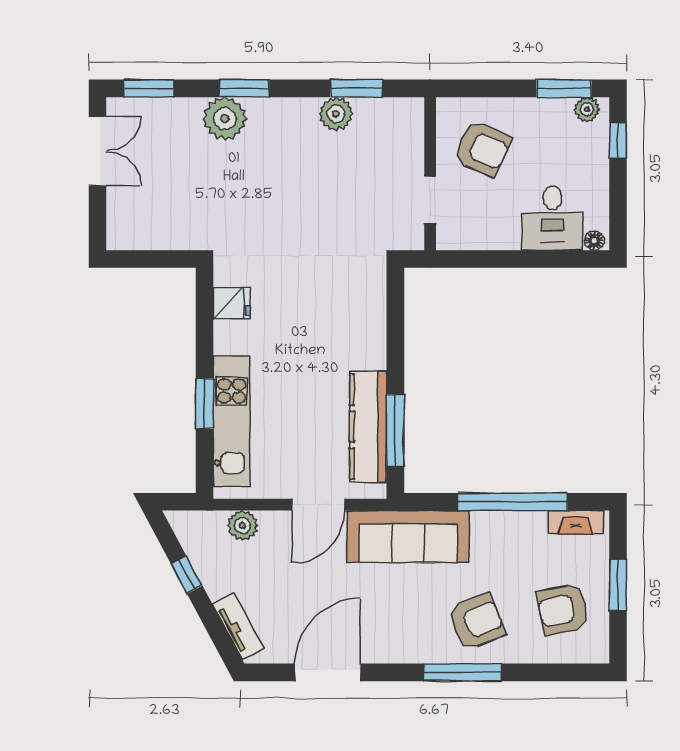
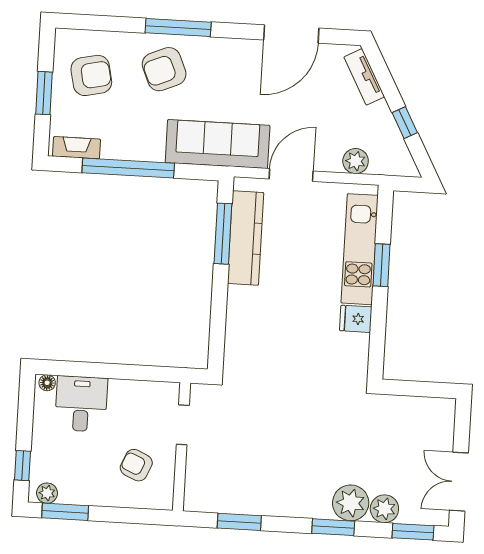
plant: (336, 114) -> (384, 509), moved
armchair: (483, 149) -> (136, 465), width x0.72, depth x0.72
fridge: (232, 303) -> (356, 319), moved

